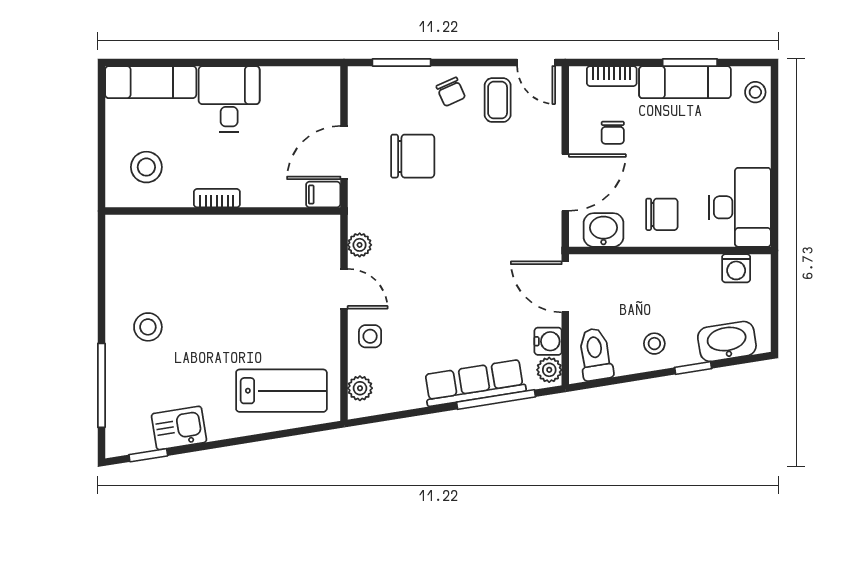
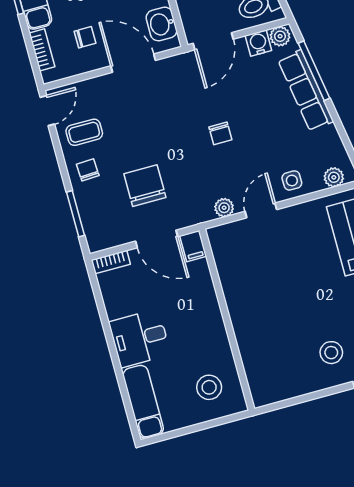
chair: (451, 92) -> (88, 170), turned -69
bookcase: (217, 198) -> (111, 262), moved, turned -90
chair: (451, 265) -> (220, 133), added

